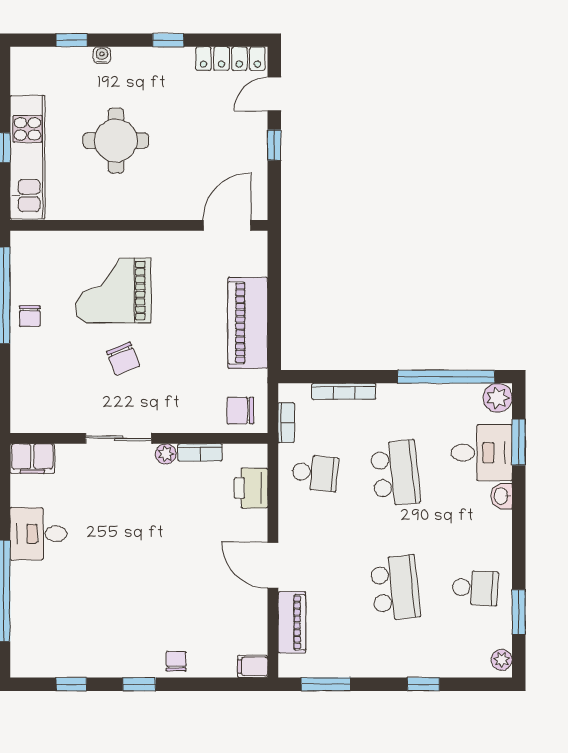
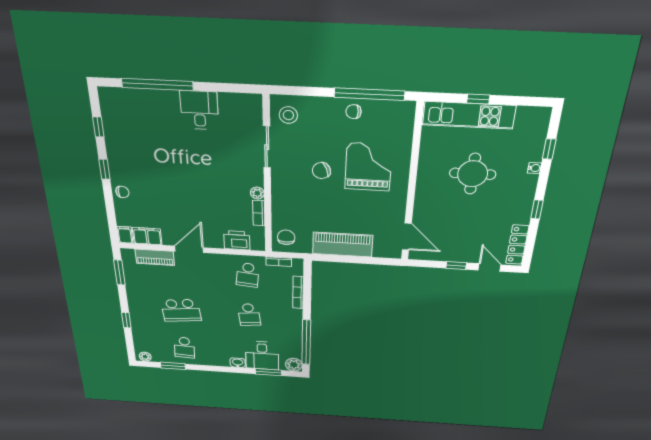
stool: (39, 407) -> (288, 115), added
sliding door: (119, 438) -> (267, 147), moved
filing cabinet: (32, 458) -> (147, 236), moved, turned 90
school desk: (395, 473) -> (249, 315), width x0.54

